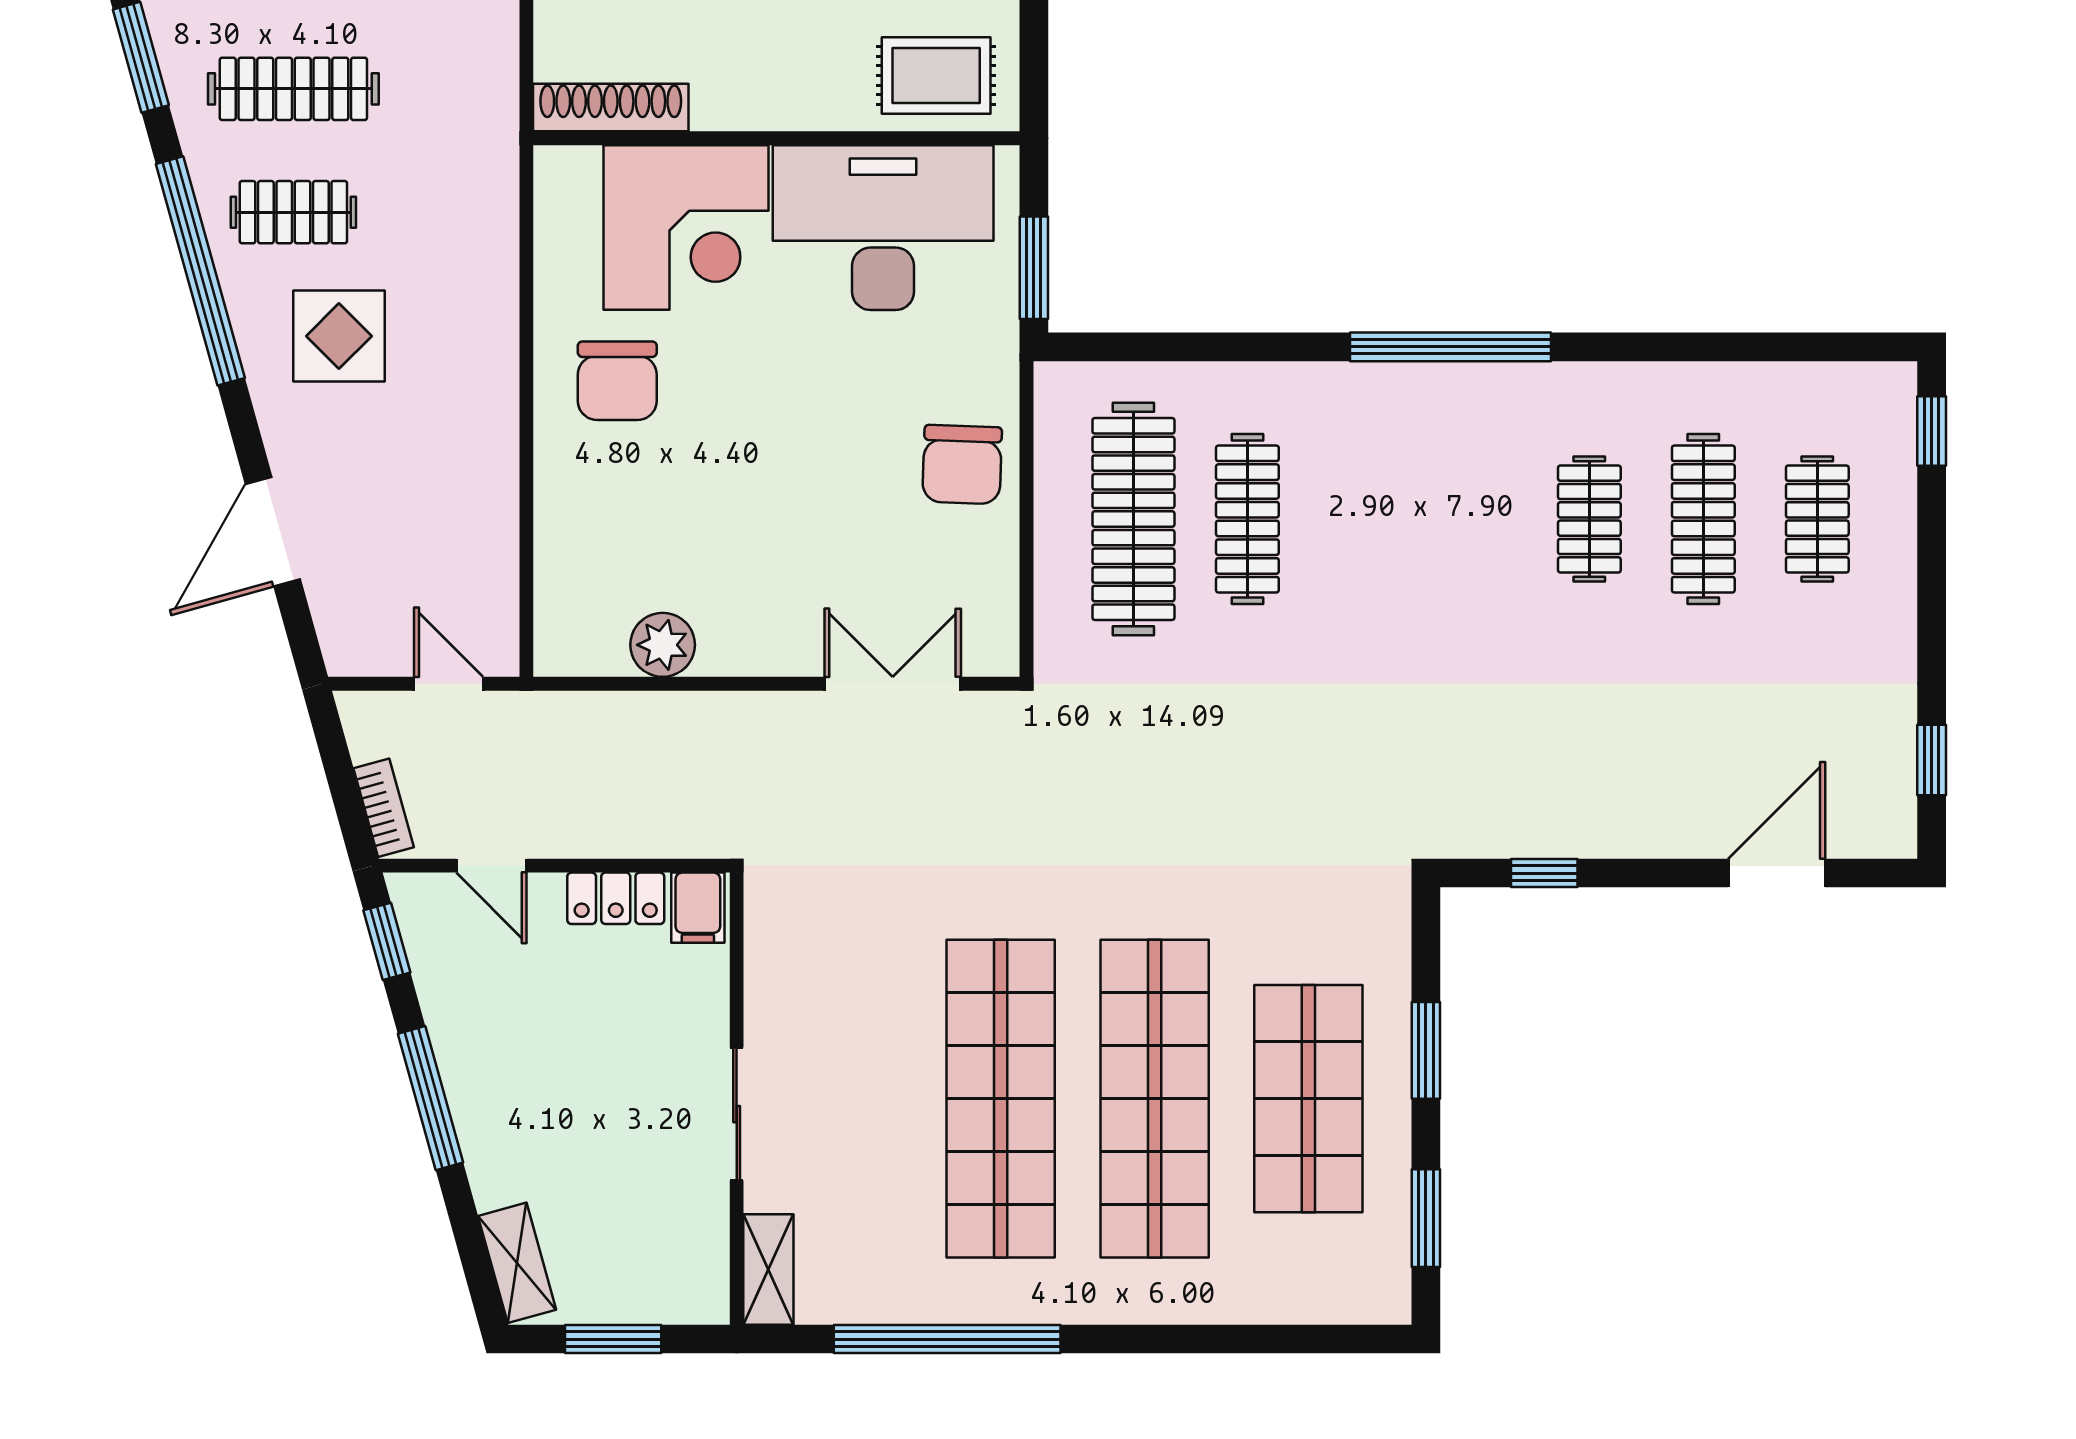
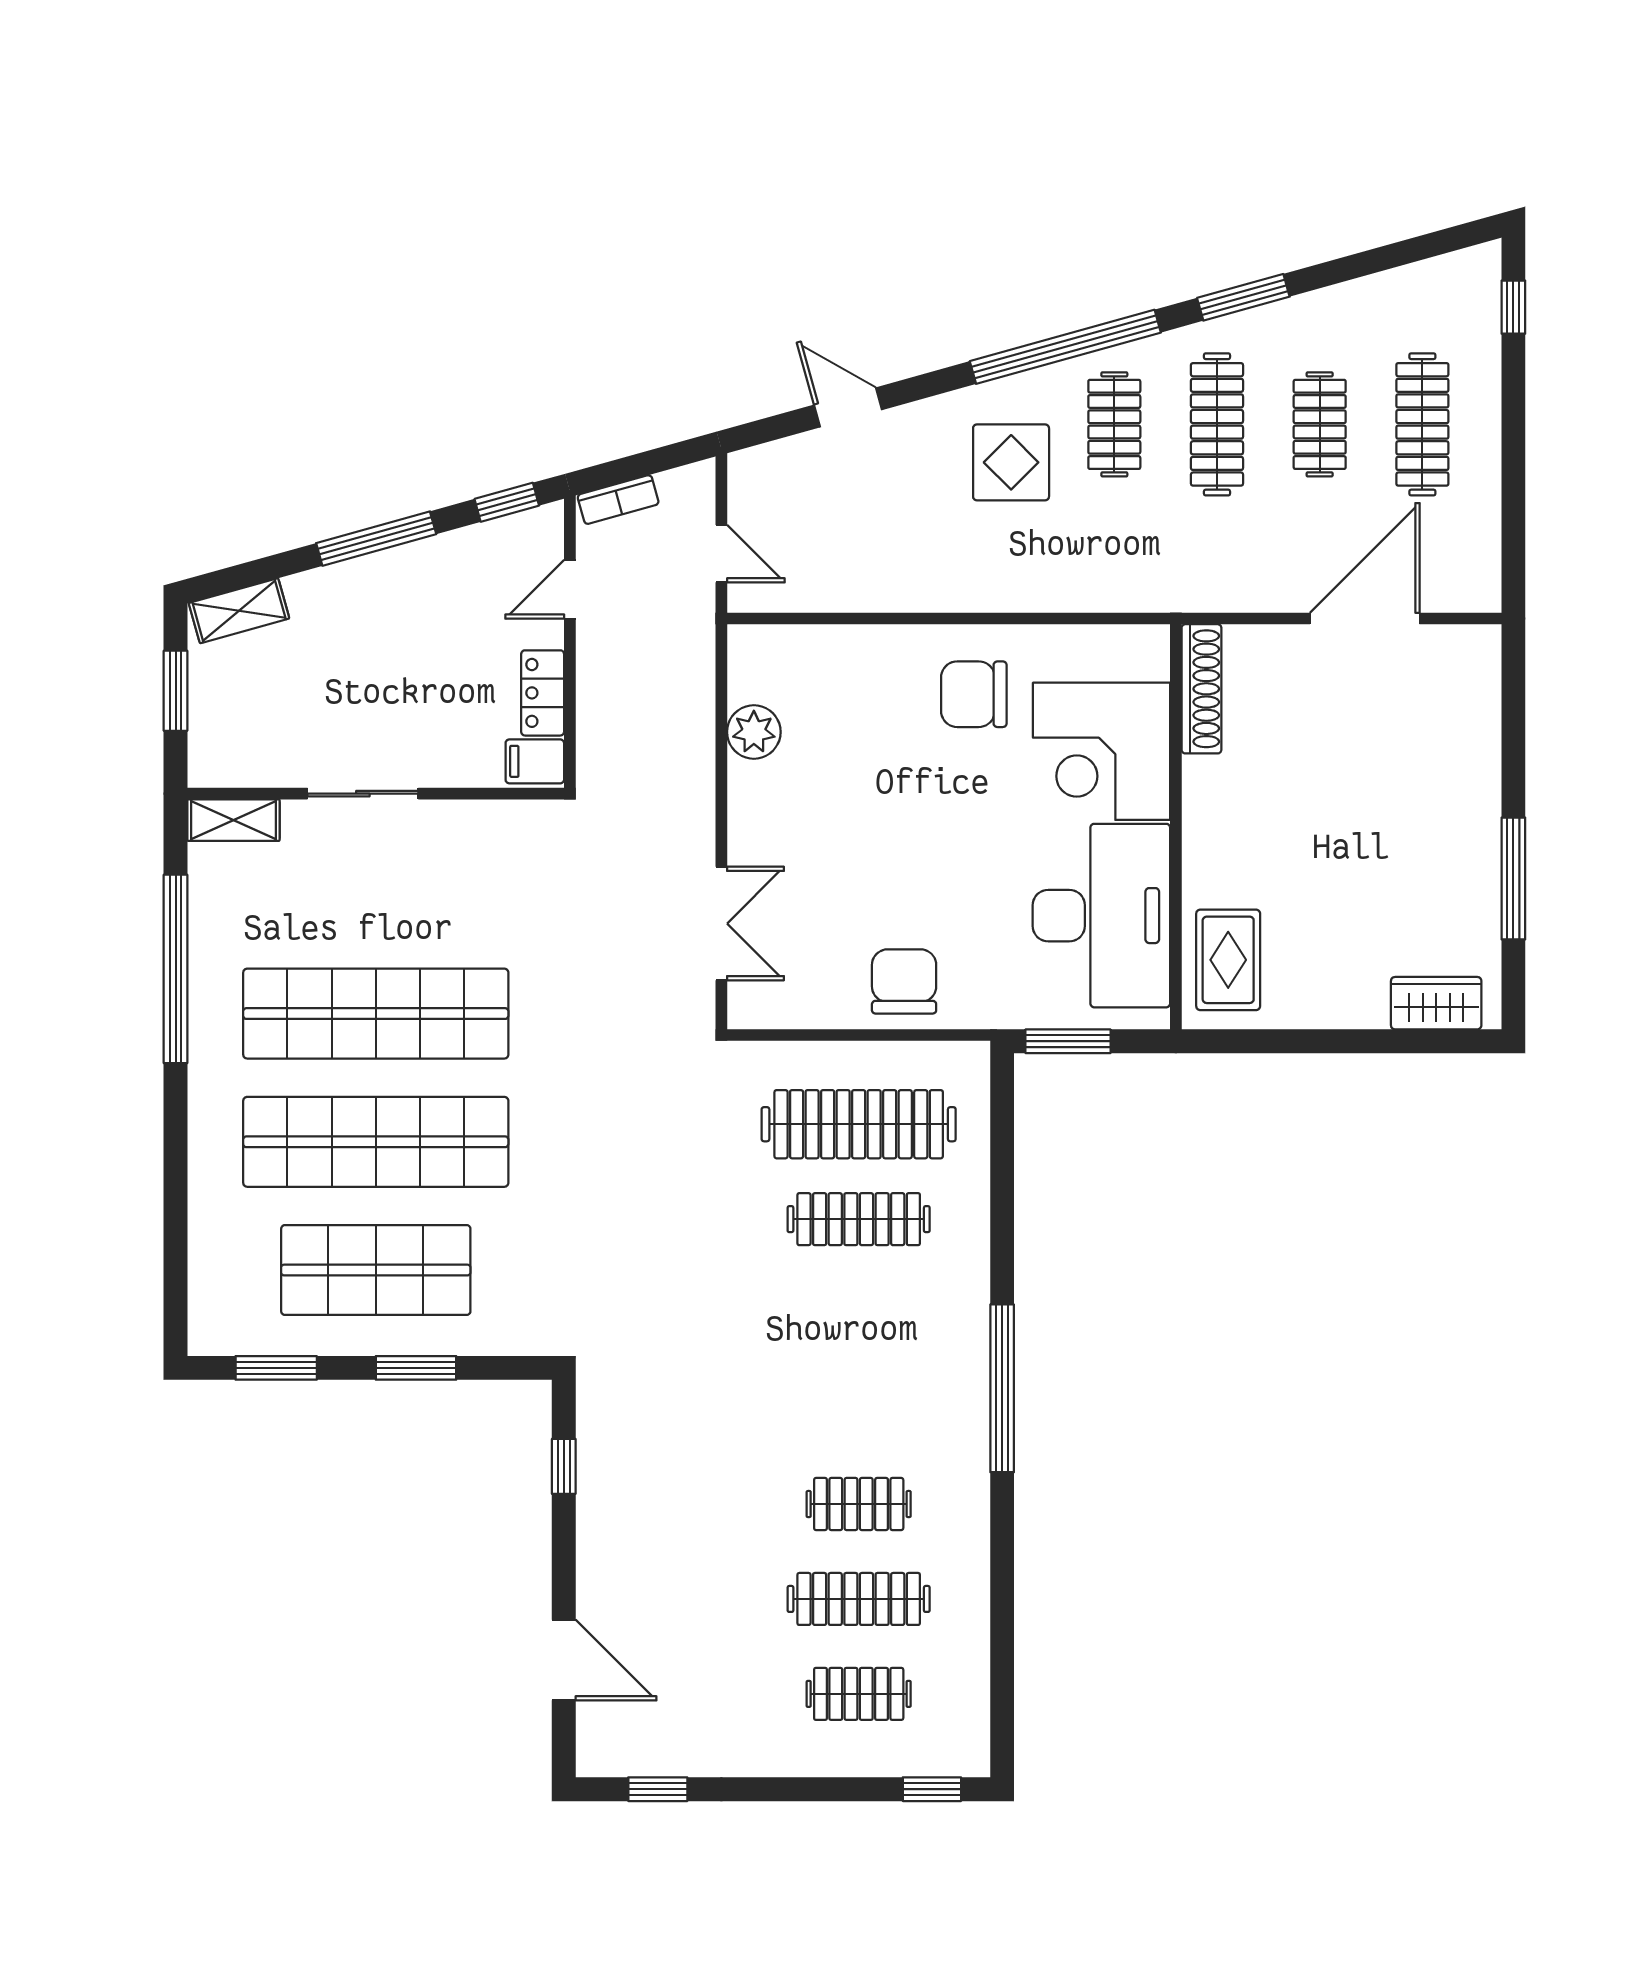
chair: (962, 464) -> (904, 981), turned 88
door: (273, 532) -> (848, 407), width x0.73
door: (449, 684) -> (721, 554), hinge flipped

